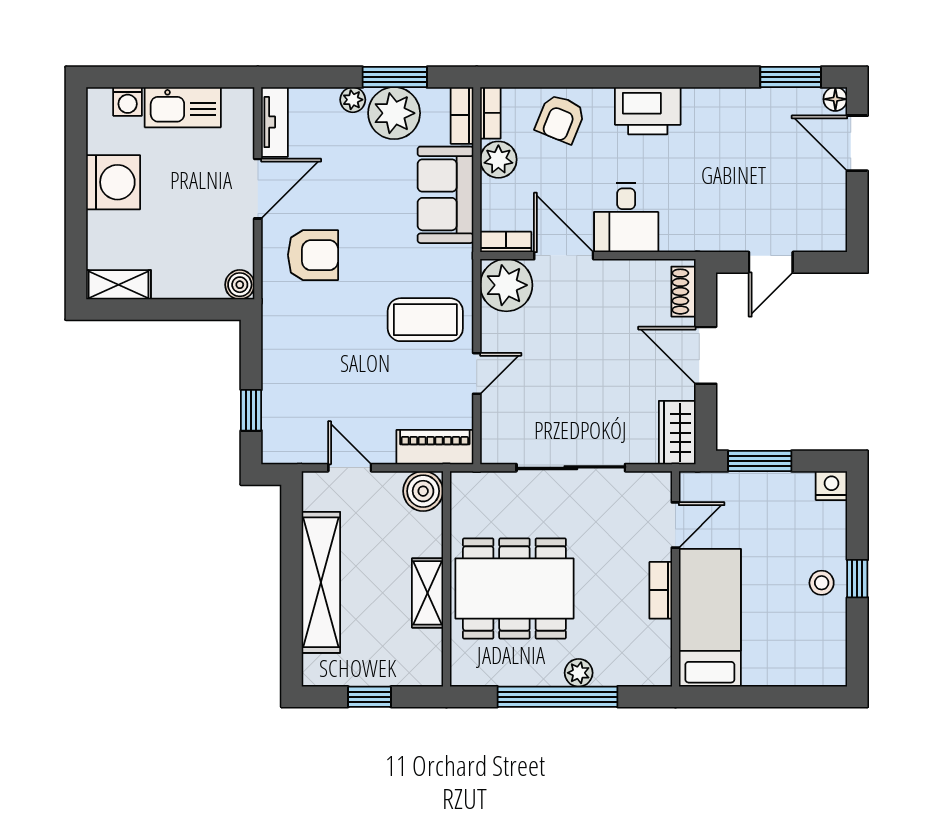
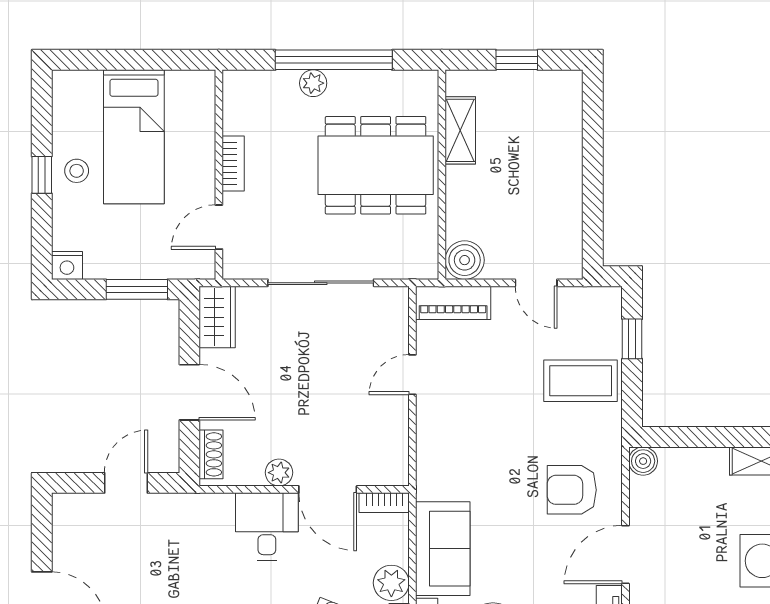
plant: (506, 285) -> (279, 473), moved, width x0.53, depth x0.53
coffee table: (425, 320) -> (581, 381), moved
shelving: (321, 582) -> (564, 171), removed
shelving: (427, 593) -> (460, 130), moved
bed: (710, 618) -> (134, 137), moved

